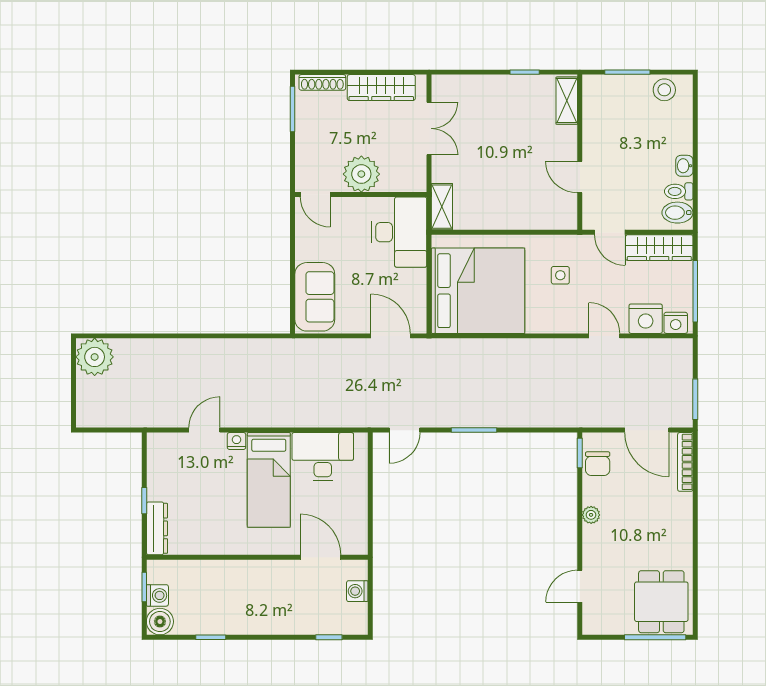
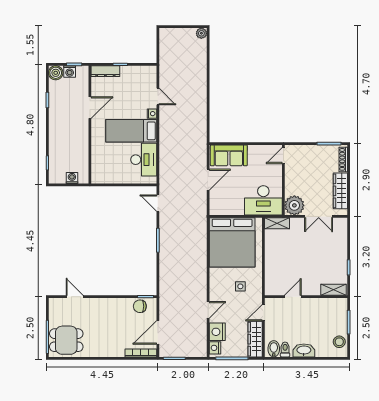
washbasin: (684, 166) -> (304, 350), width x1.91, depth x1.45
plant: (361, 174) -> (294, 205), moved
door: (391, 336) -> (208, 180), moved
plant: (95, 357) -> (201, 33), width x0.53, depth x0.53
plant: (591, 515) -> (113, 303), removed
door: (320, 557) -> (90, 108), moved

